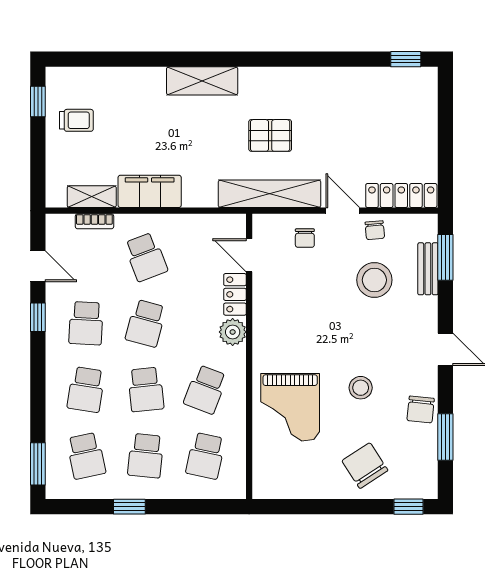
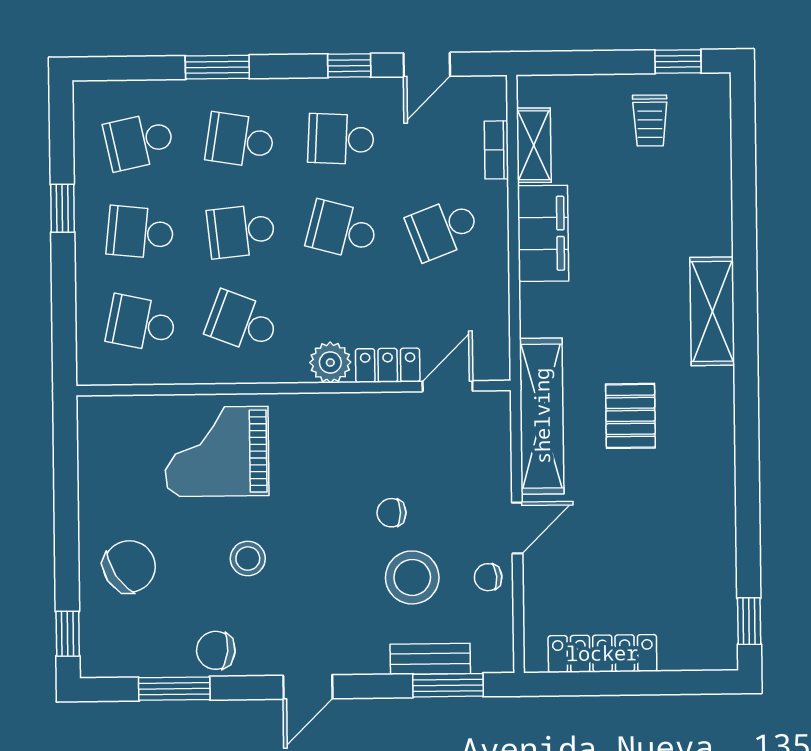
locker: (401, 196) -> (602, 653), moved, turned -90
chair: (305, 238) -> (391, 513), moved
window: (38, 464) -> (217, 67), moved

